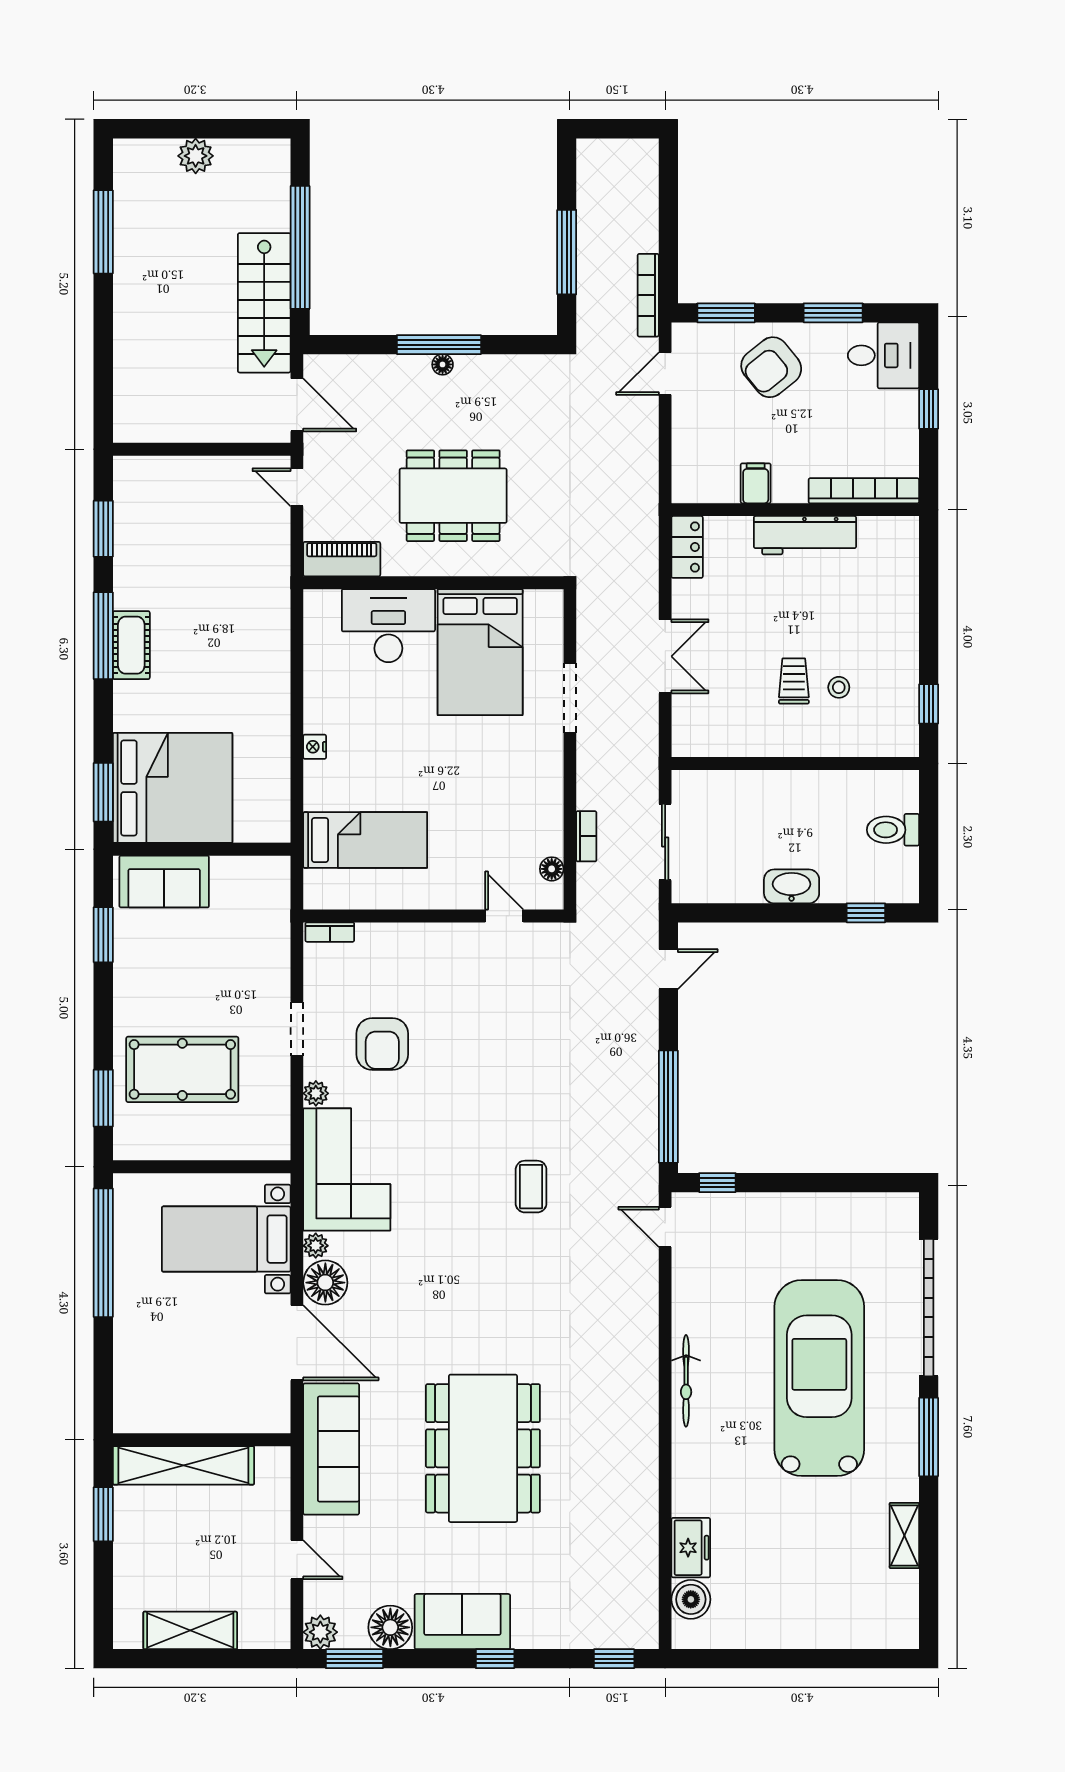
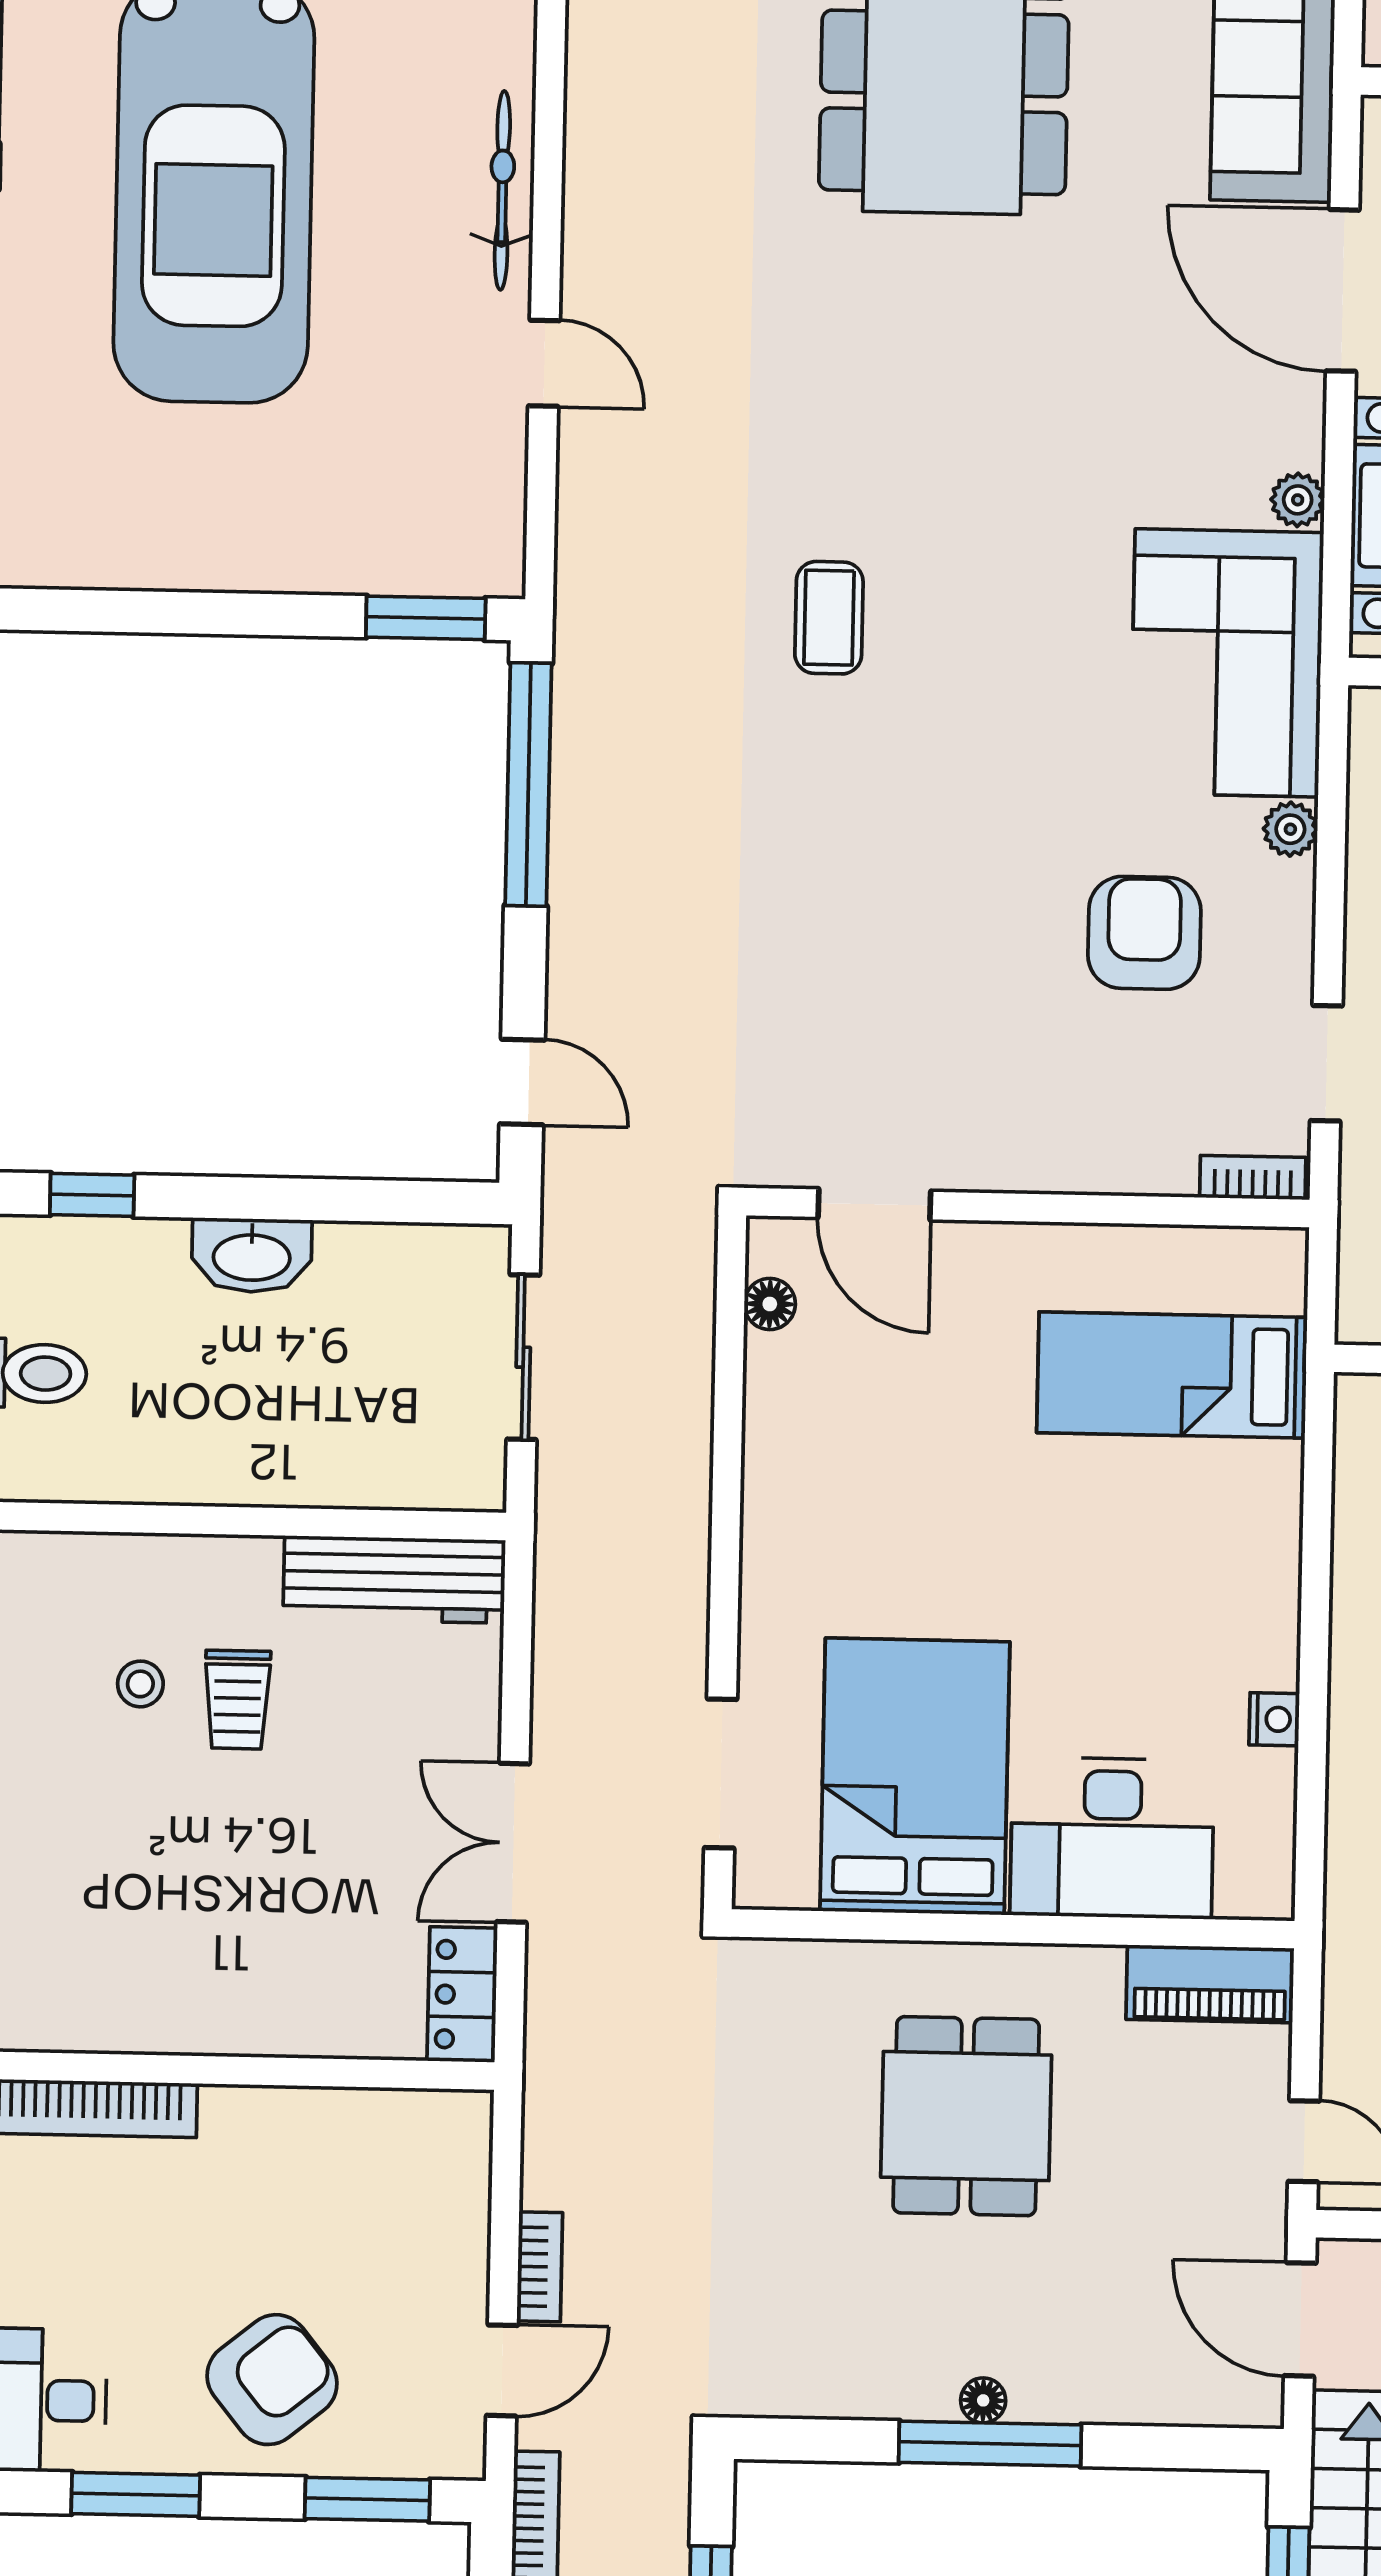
filing cabinet: (756, 483) -> (311, 2129), removed
dining table: (453, 496) -> (966, 2116), width x0.73
workbench: (805, 535) -> (394, 1579), moved, turned 180
double door: (665, 656) -> (513, 1843), moved
doorway: (570, 698) -> (721, 1773), moved
nightstand: (315, 747) -> (1274, 1719), moved
bookcase: (586, 836) -> (540, 2267), moved, turned 180
door: (504, 916) -> (874, 1204), width x1.38
door: (668, 969) -> (522, 1082), swing flipped
doorway: (297, 1029) -> (1326, 1063), moved
window: (717, 1183) -> (426, 618), width x1.50
door: (665, 1227) -> (544, 363), moved
floor lamp: (325, 1283) -> (1278, 419), removed

